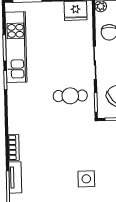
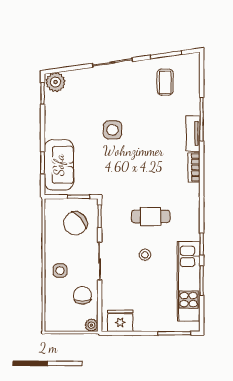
stool: (55, 69) -> (145, 255), added
cafe table: (70, 96) -> (151, 216), moved

